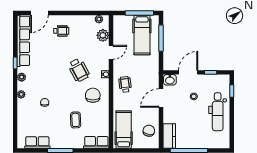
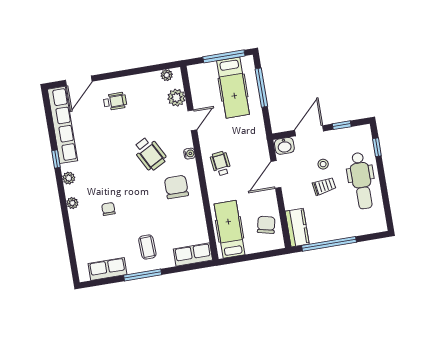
trolley: (192, 111) -> (324, 186), added
coffee table: (76, 120) -> (147, 247), moved

